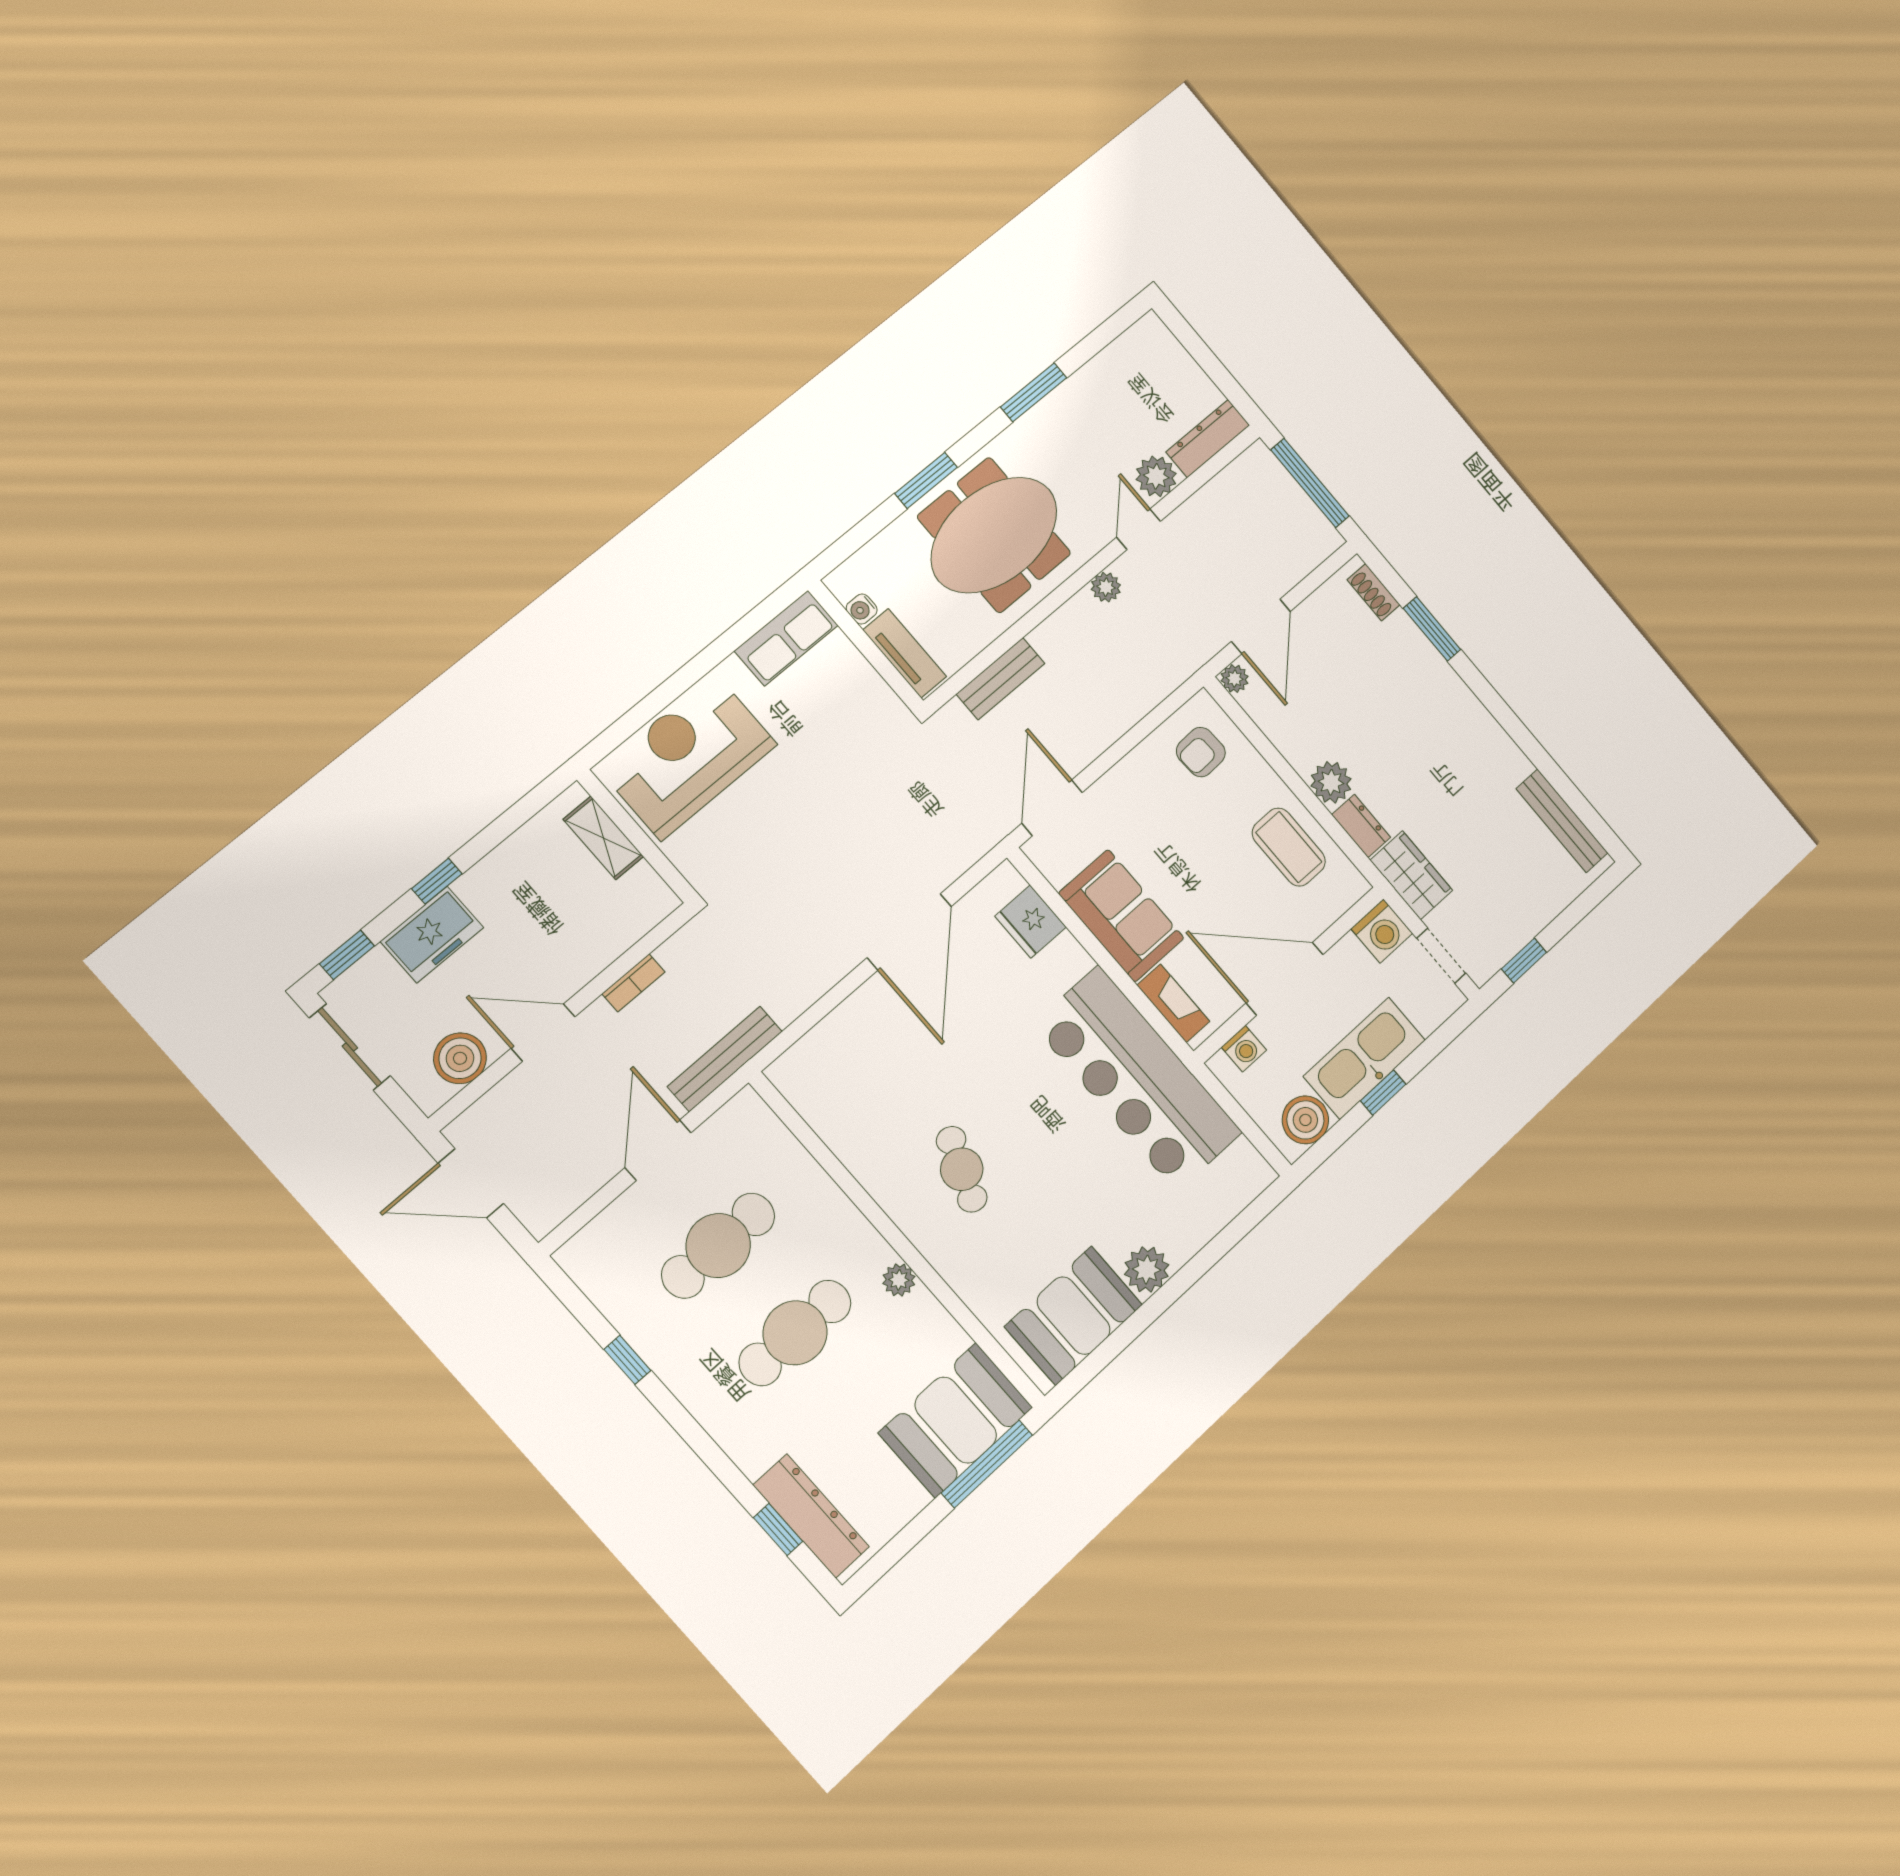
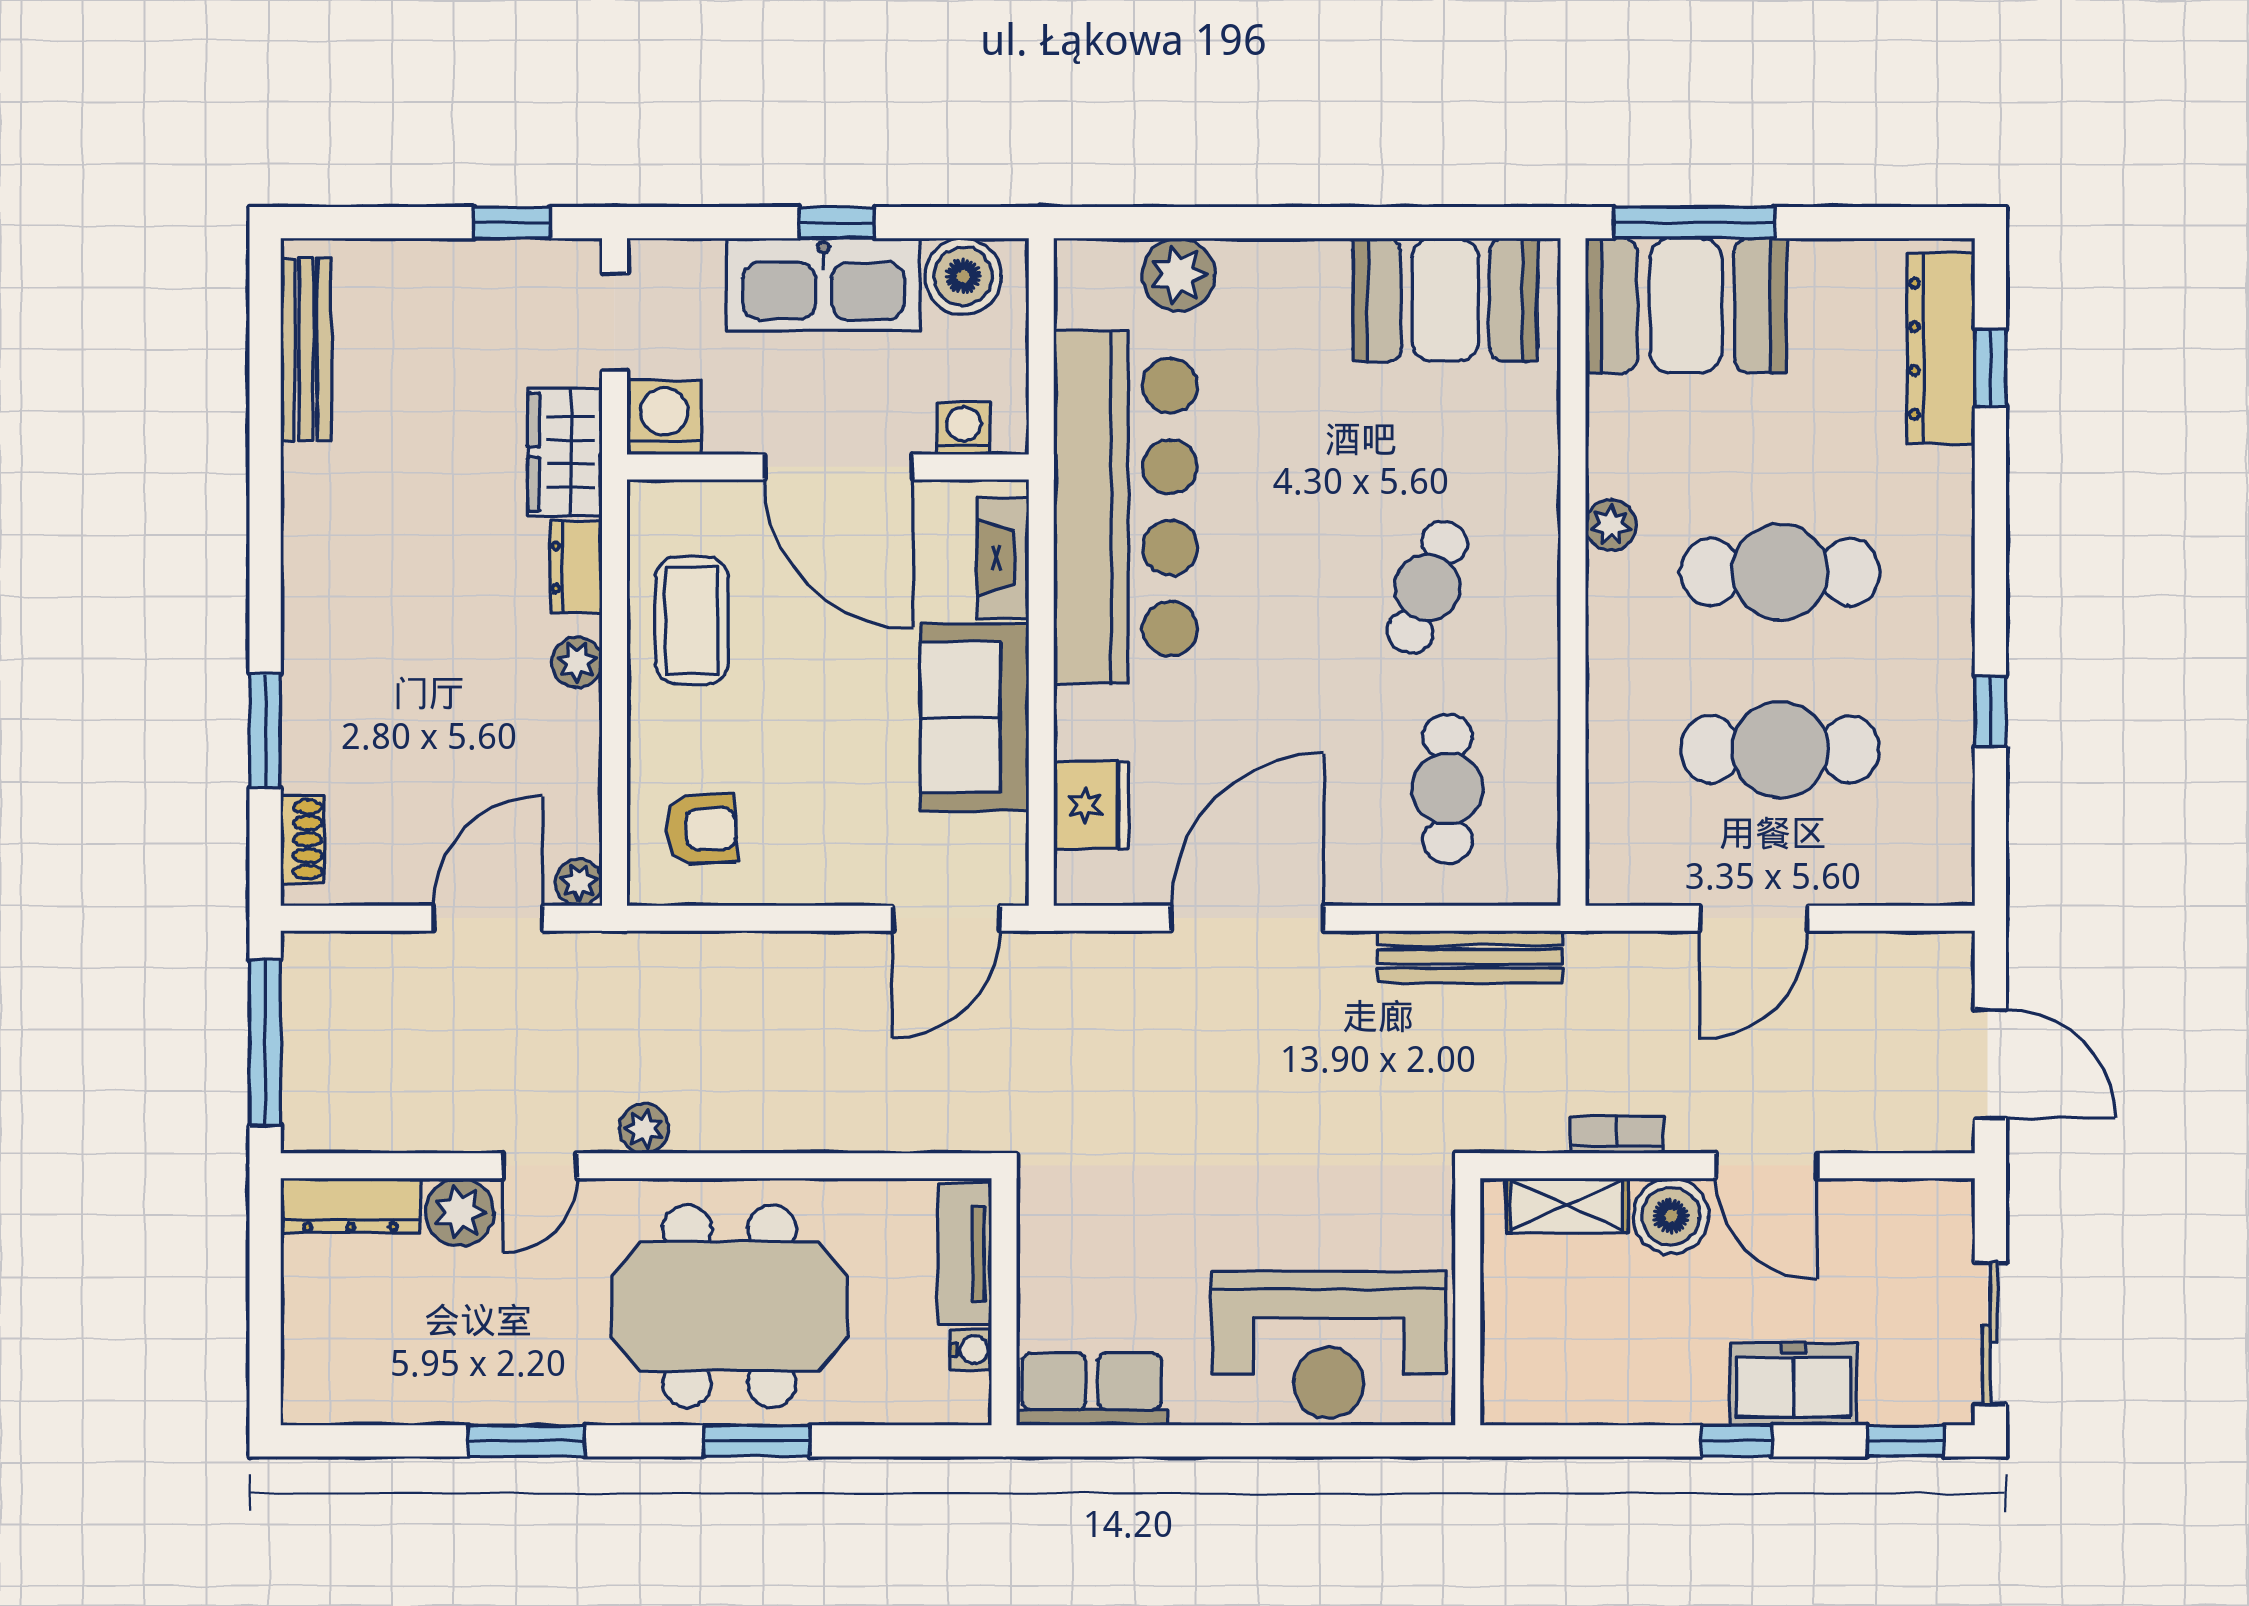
bench: (1000, 679) -> (874, 1126), removed
plant: (1331, 782) -> (577, 662), width x0.73, depth x0.73
shelving: (603, 838) -> (1567, 1205), moved, turned 90
boiler: (460, 1058) -> (1671, 1216), moved
bench: (725, 1059) -> (1470, 957), moved
cafe table: (867, 1080) -> (1448, 789), added
plant: (1147, 1270) -> (1178, 274), moved

